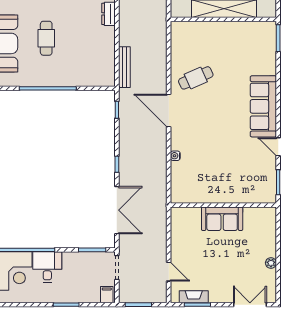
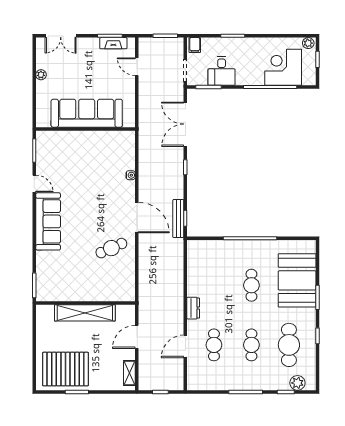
bench: (124, 67) -> (178, 219), moved
sofa: (222, 219) -> (87, 113), width x1.85, depth x1.27
desk: (47, 267) -> (222, 71), moved

